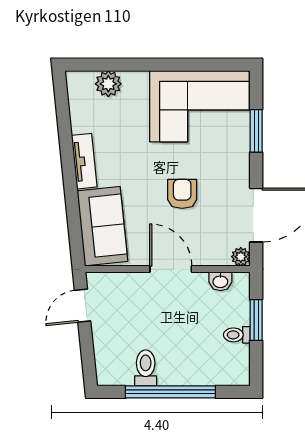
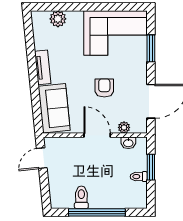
plant: (241, 257) -> (124, 127), moved

